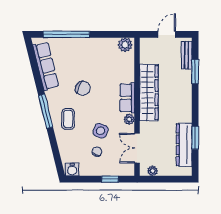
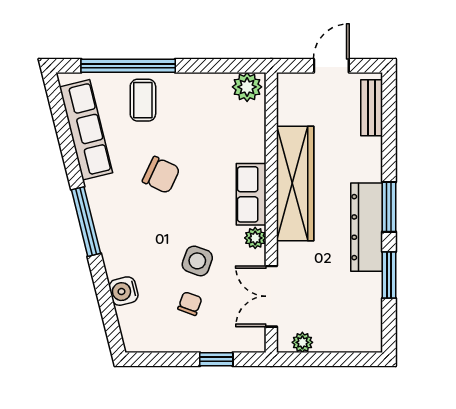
window: (195, 72) -> (389, 207), moved
coffee table: (68, 119) -> (143, 100), moved
dresser: (184, 145) -> (367, 227), moved
water cooler: (72, 169) -> (124, 291), moved, turned 76

